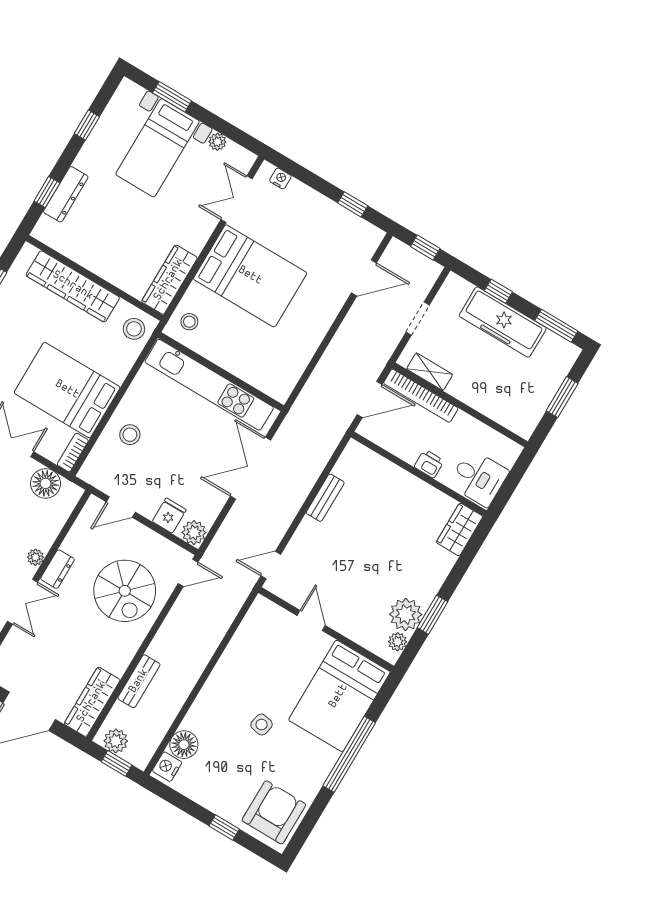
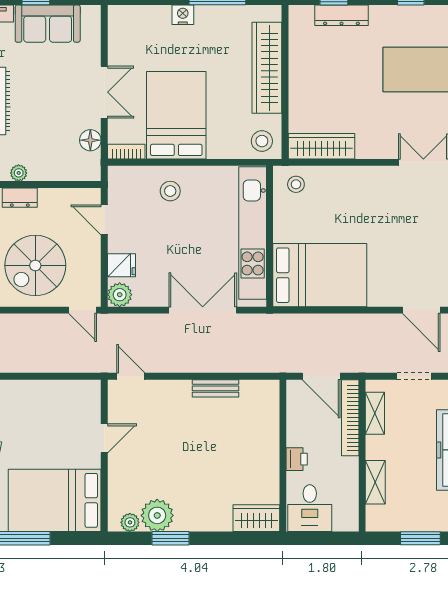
bed: (250, 276) -> (320, 275), moved, turned -90
shelving: (490, 407) -> (375, 482), added
floor lamp: (46, 483) -> (90, 140), width x0.73, depth x0.73

